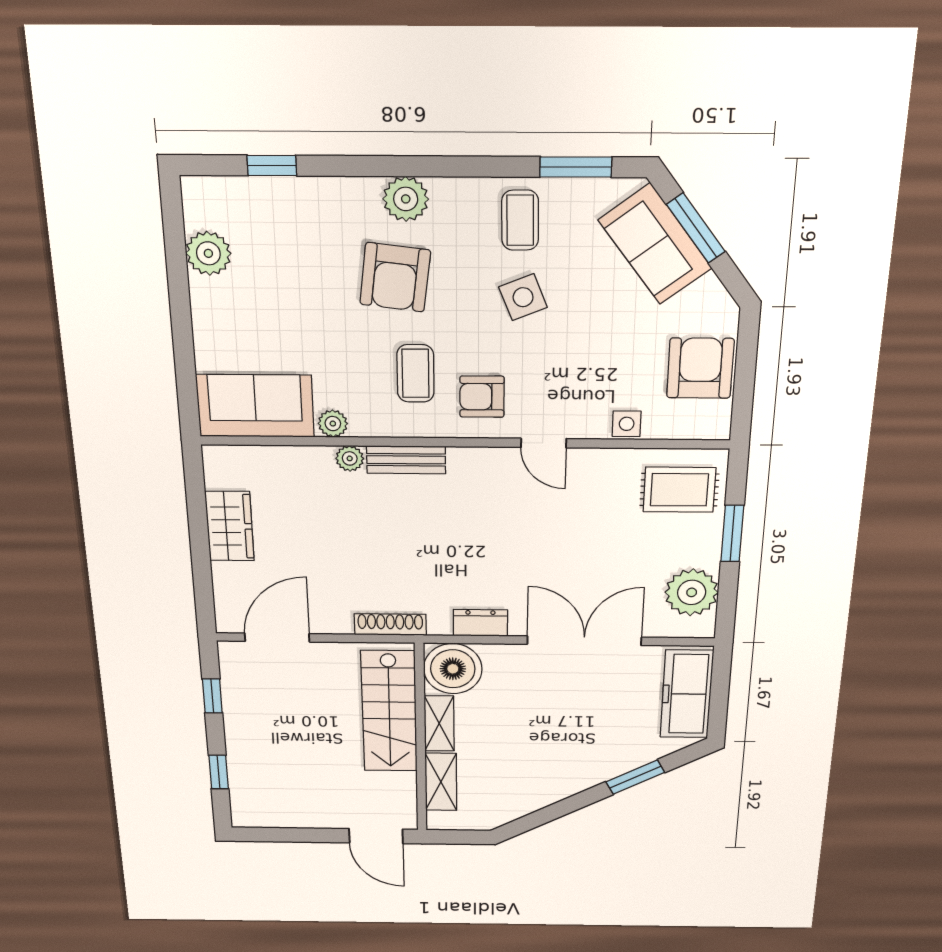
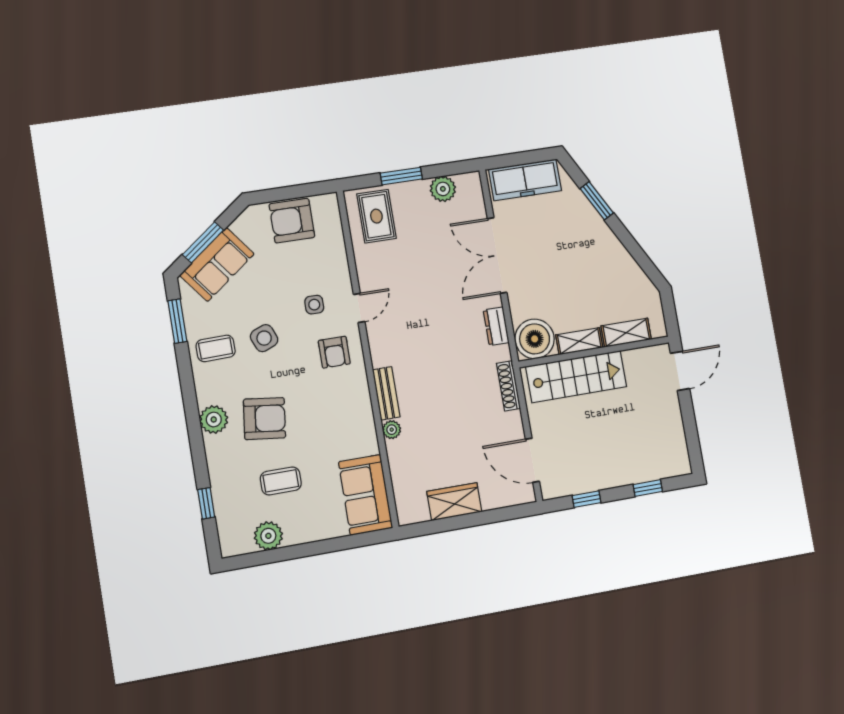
coffee table: (415, 373) -> (281, 481), moved
plant: (333, 424) -> (369, 444), removed
side table: (627, 424) -> (314, 305), moved
plant: (692, 592) -> (443, 189), width x0.73, depth x0.73

